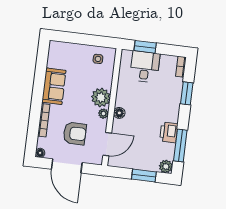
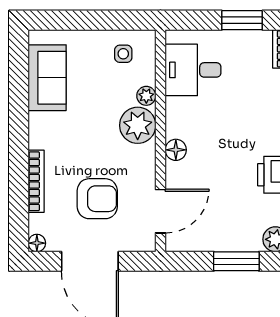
window: (145, 47) -> (242, 20), moved
desk: (145, 67) -> (193, 70), moved, turned -90
sofa: (54, 86) -> (47, 78), moved
plant: (103, 114) -> (146, 96), moved

